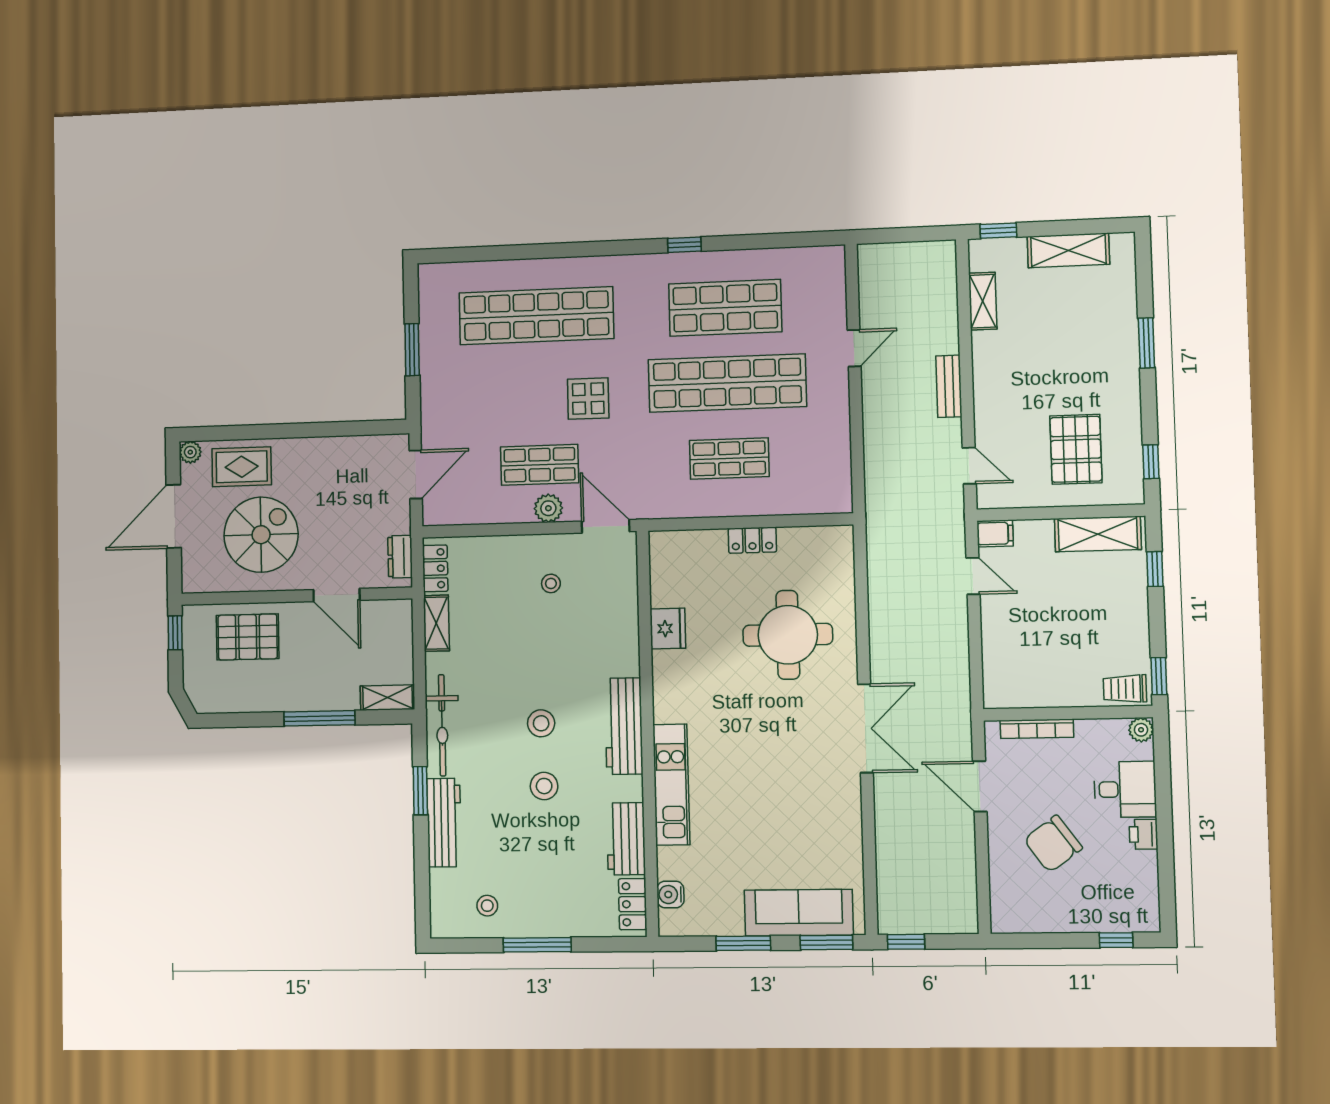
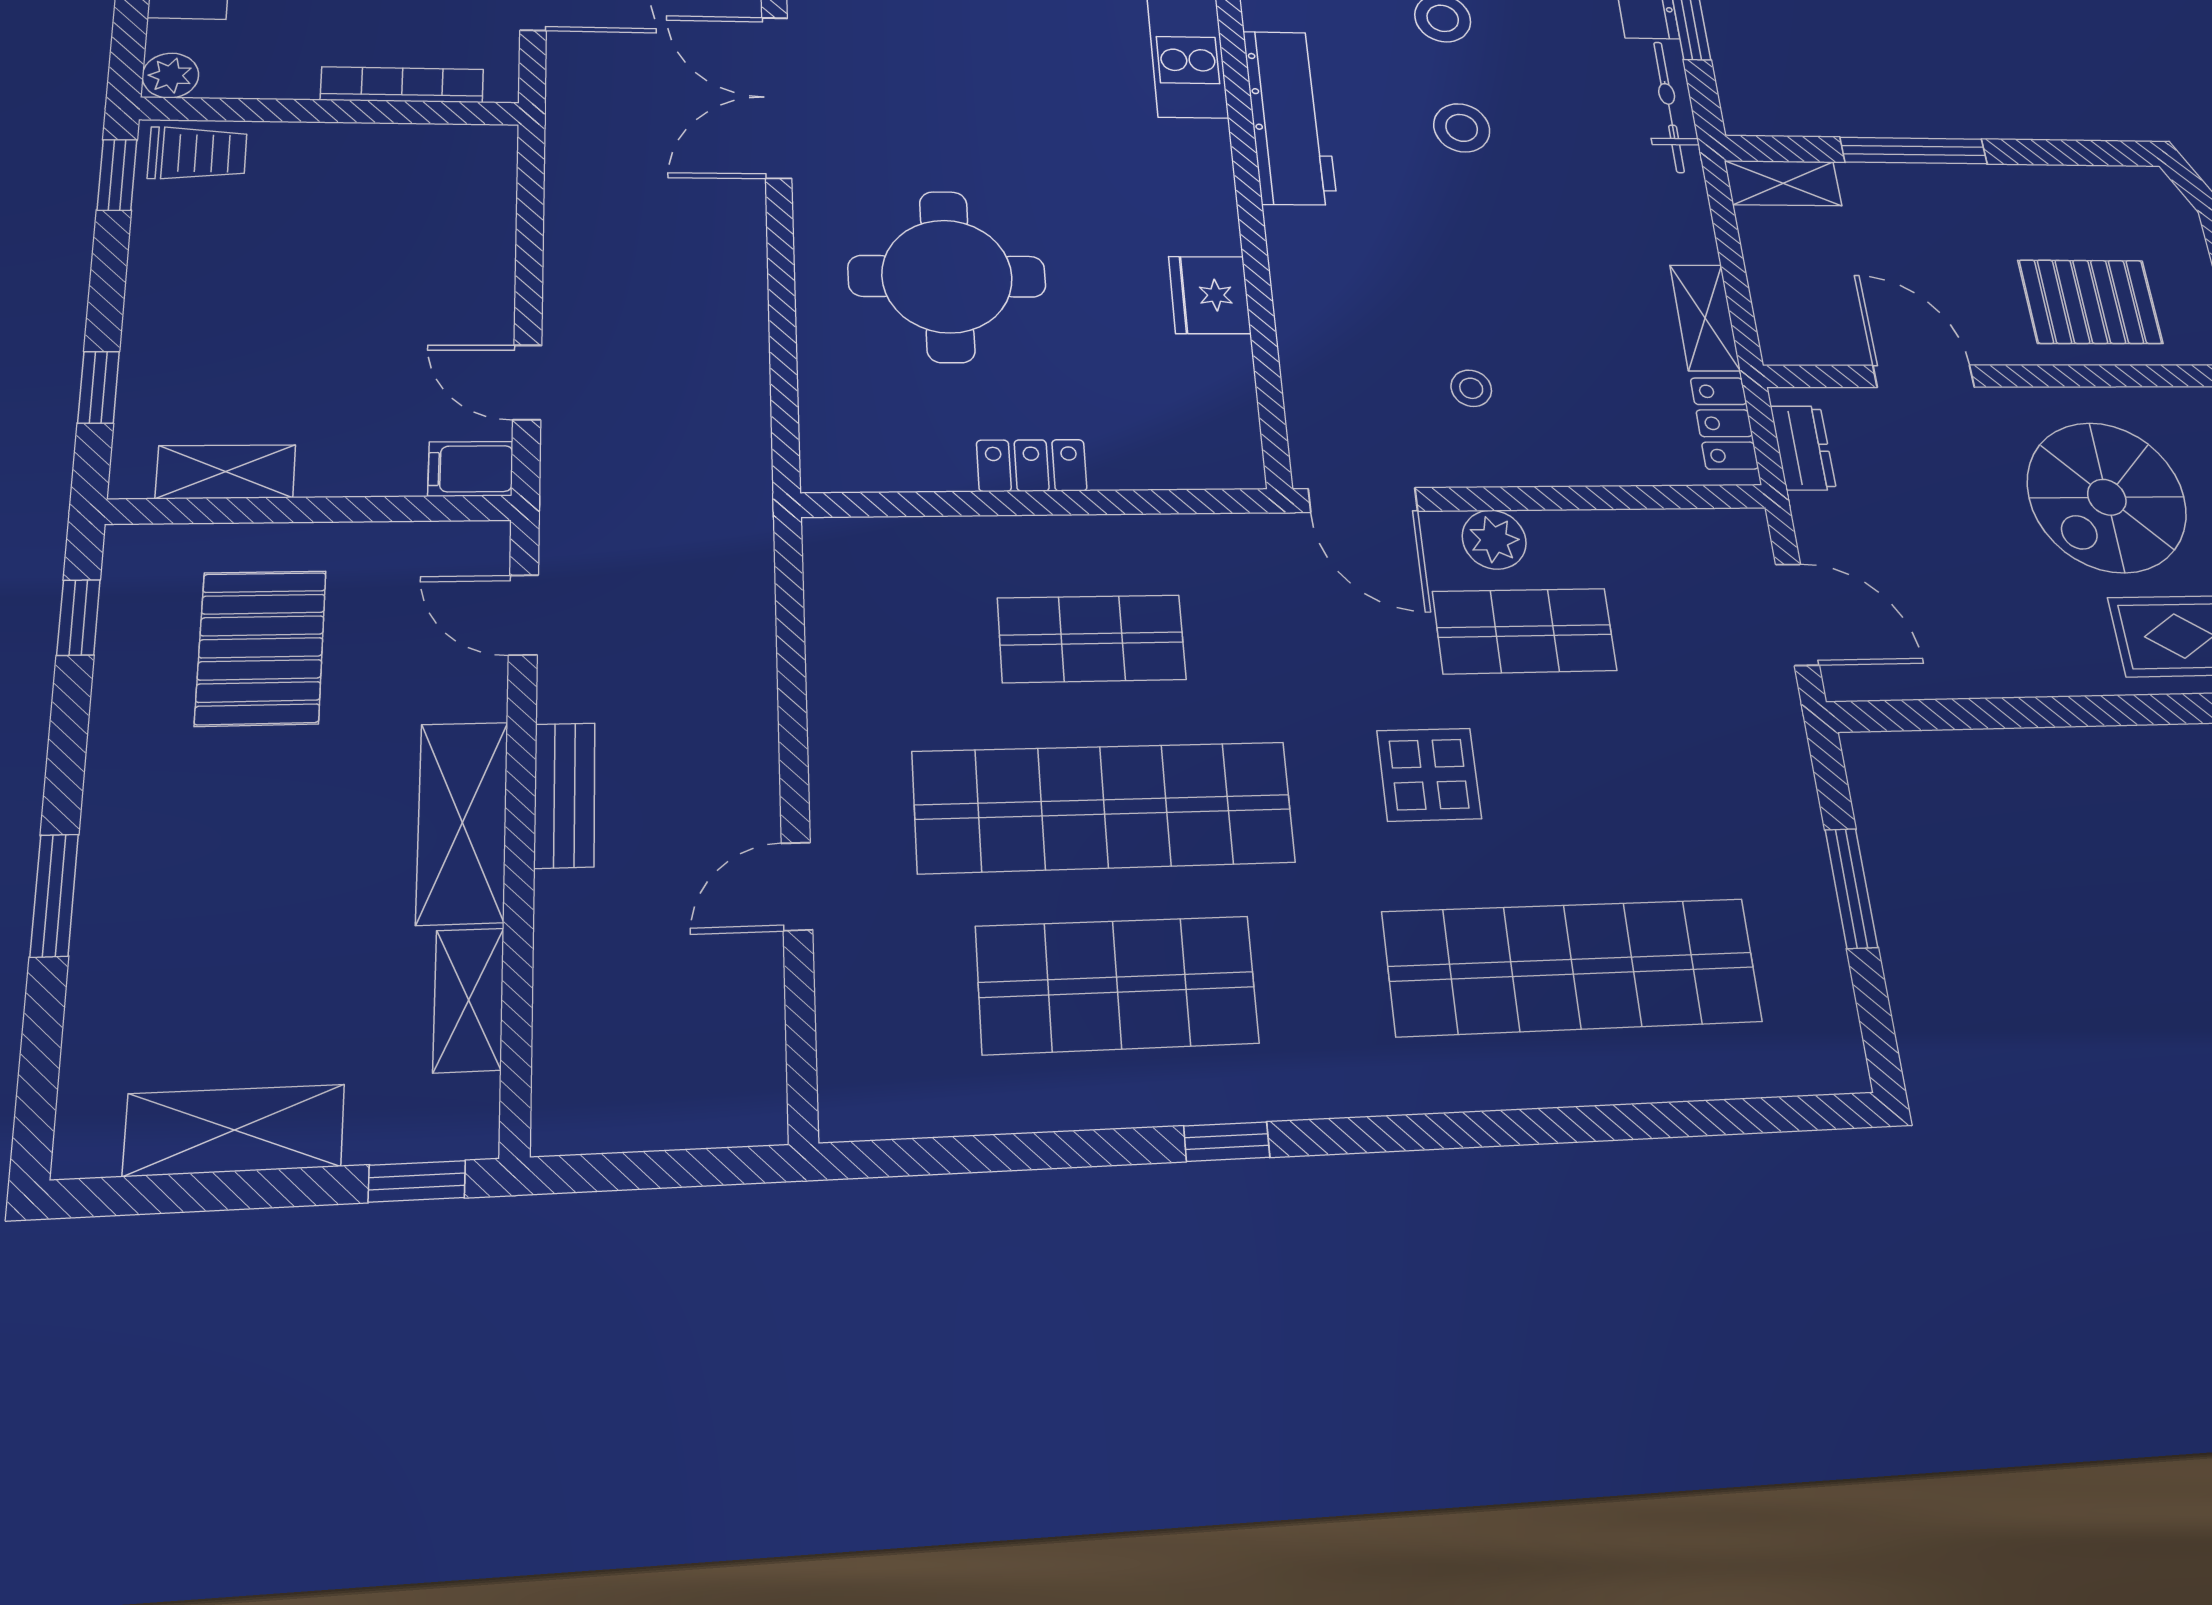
shelving: (989, 374) -> (462, 822), added
door: (416, 474) -> (1797, 615), swing flipped
shelving: (1098, 534) -> (226, 472), width x0.67, depth x0.75
bicycle: (442, 725) -> (1669, 107), width x0.73, depth x0.71

